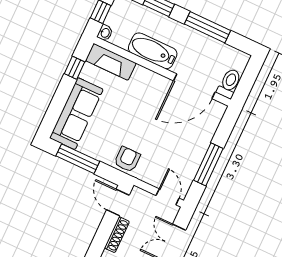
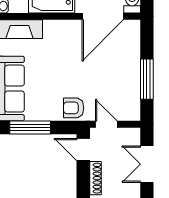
armchair: (127, 159) -> (74, 108), turned -90
door: (168, 197) -> (106, 124), moved

